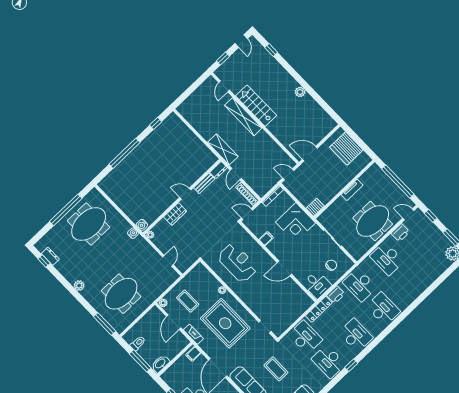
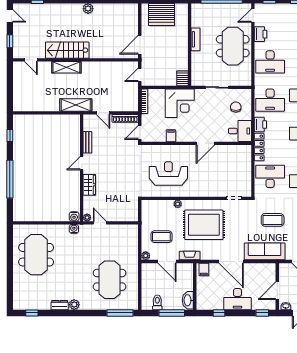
shelving: (243, 117) -> (66, 67), width x0.68
dresser: (219, 170) -> (88, 122), removed
window: (66, 210) -> (10, 261), removed
dresser: (50, 256) -> (60, 305), moved
door: (168, 261) -> (100, 223), moved

